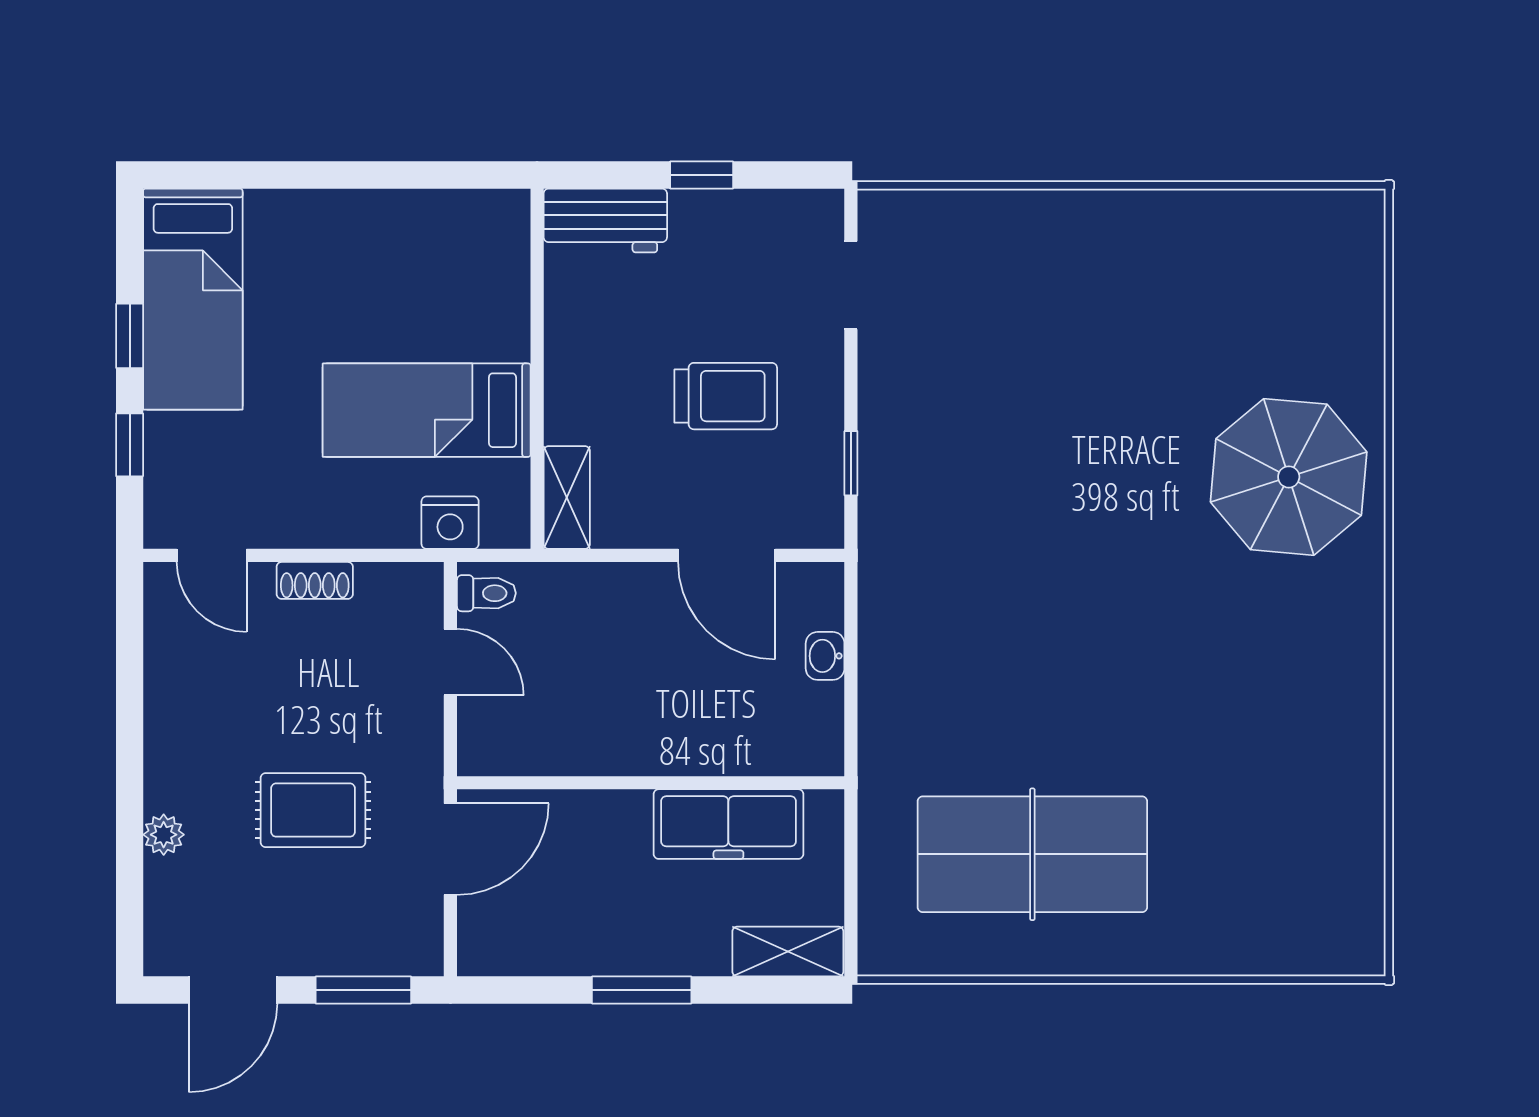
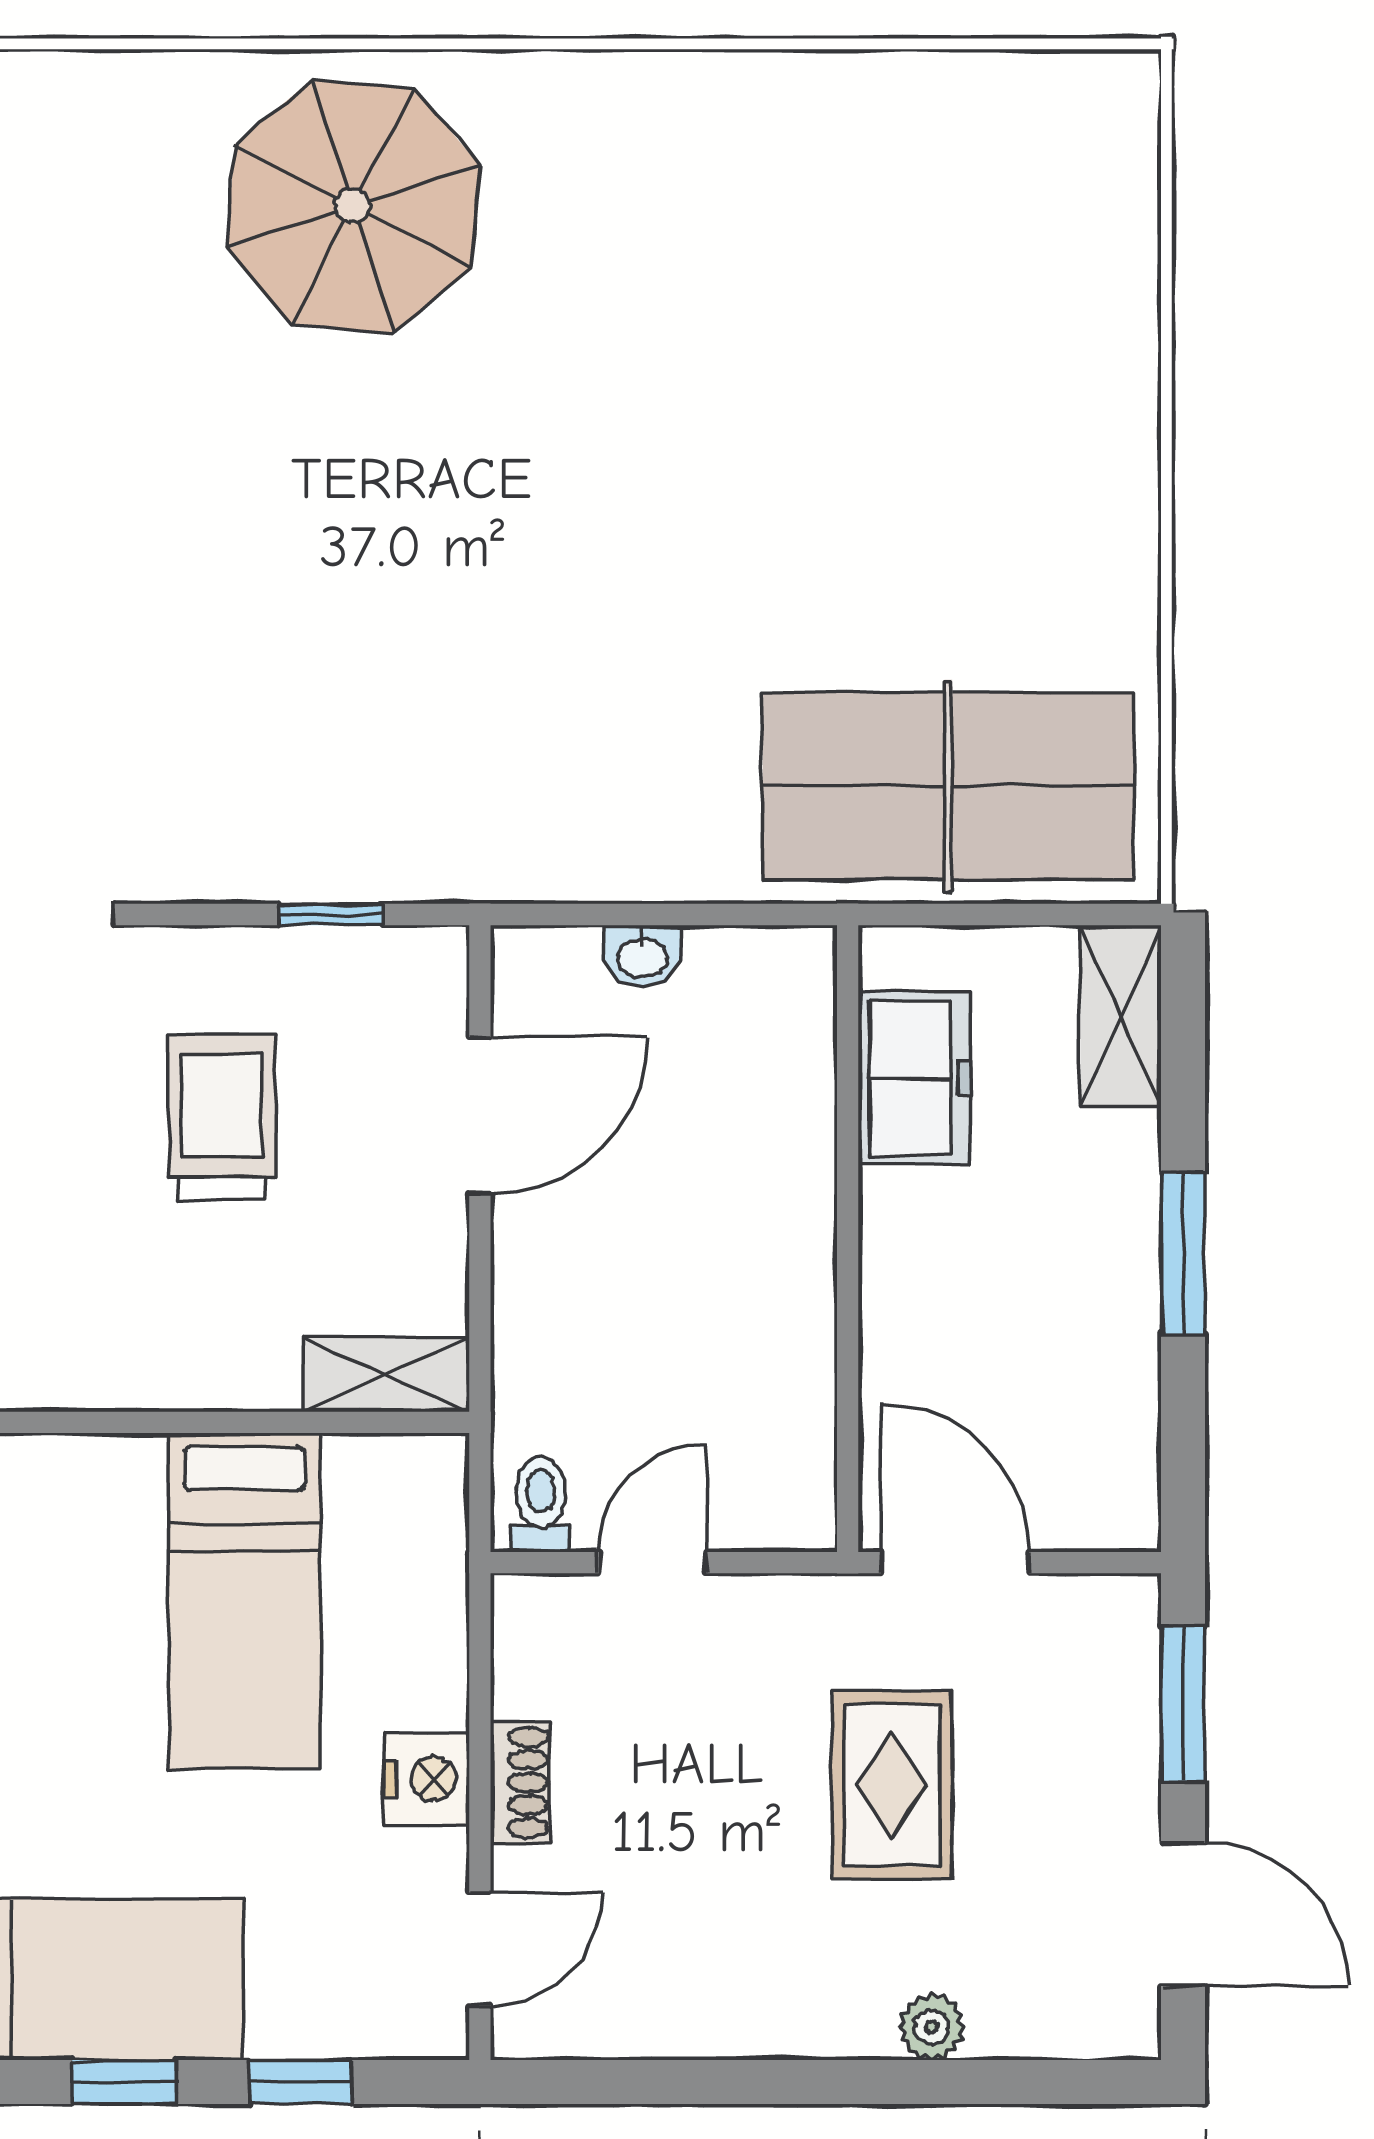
nightstand: (450, 523) -> (427, 1779), moved
freezer: (728, 824) -> (914, 1078), width x0.71
table tennis table: (1032, 854) -> (948, 786), moved, turned 90

